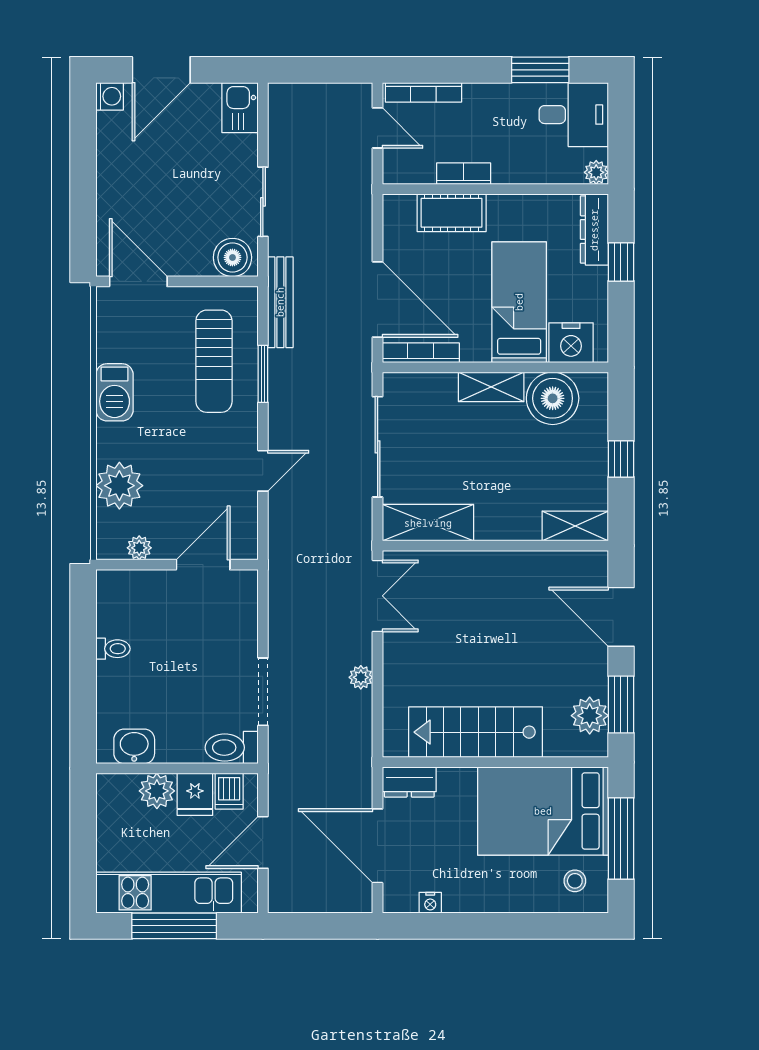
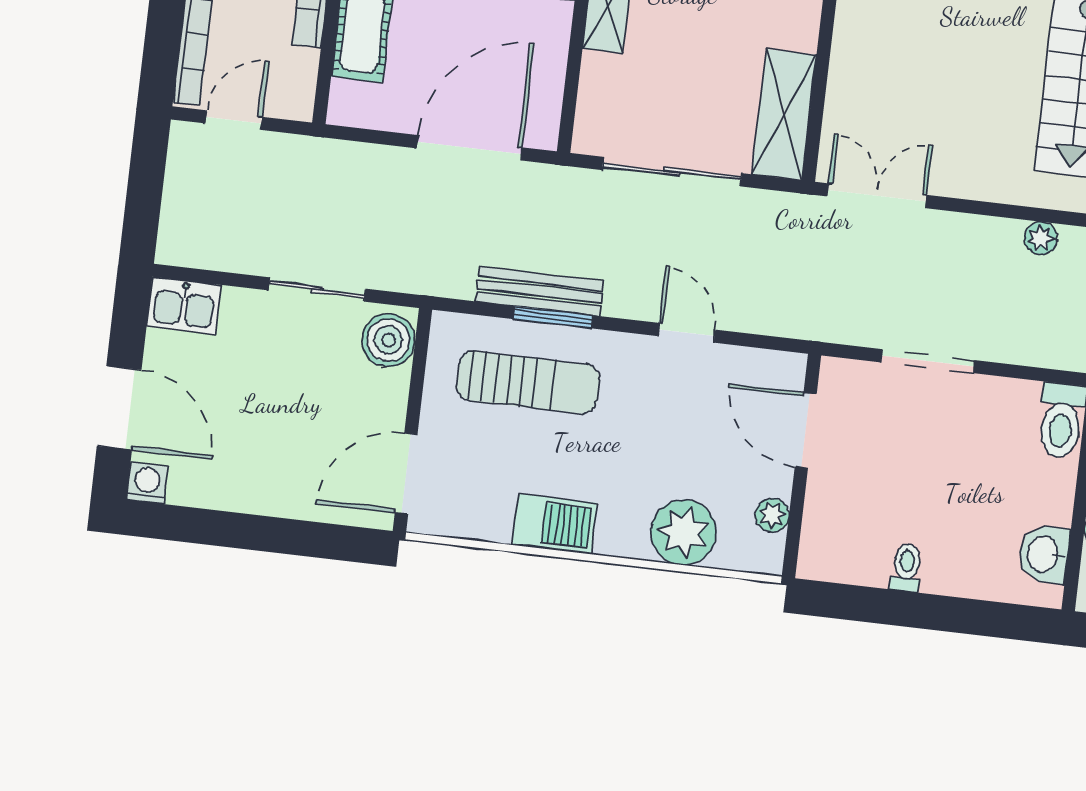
bench: (280, 302) -> (540, 291), moved
bookcase: (421, 353) -> (550, 97), removed
plant: (361, 677) -> (1041, 238), moved
doorway: (263, 692) -> (928, 361), moved

